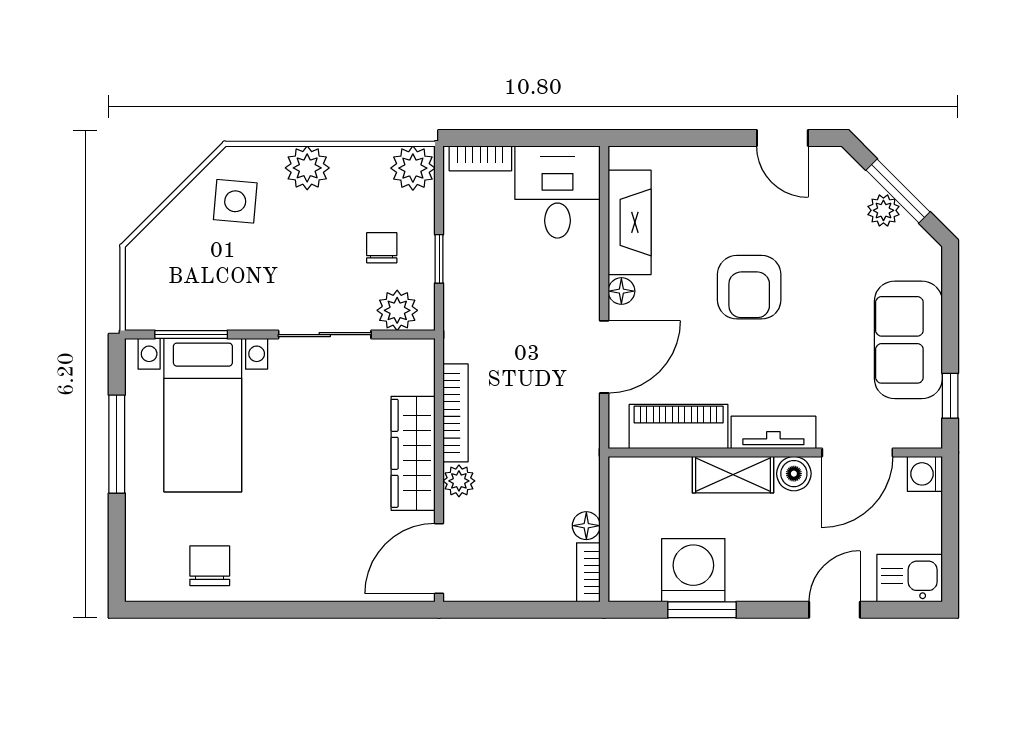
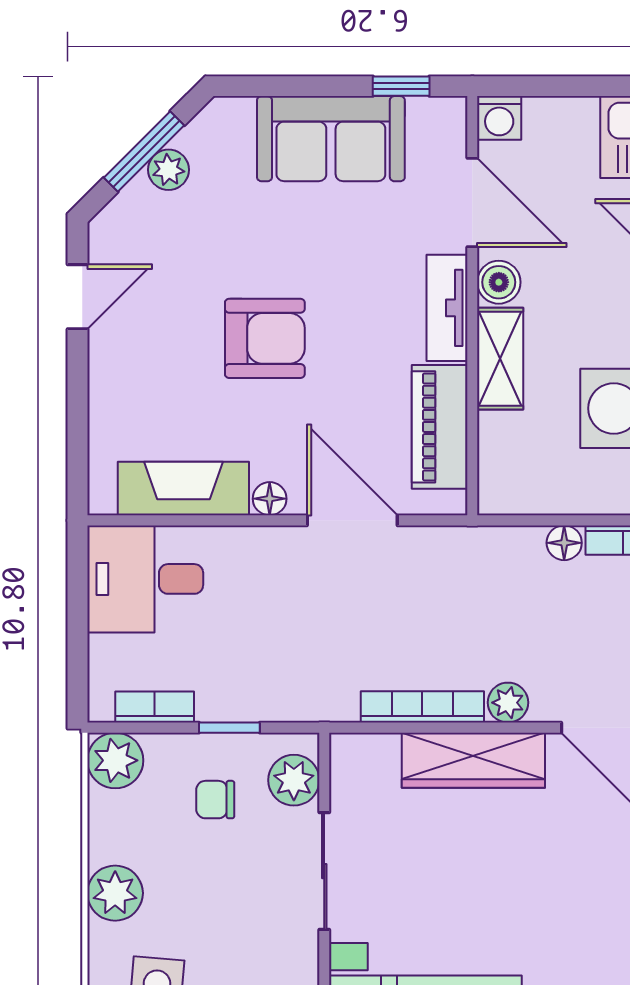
bookcase: (480, 158) -> (155, 707), moved, turned -90

